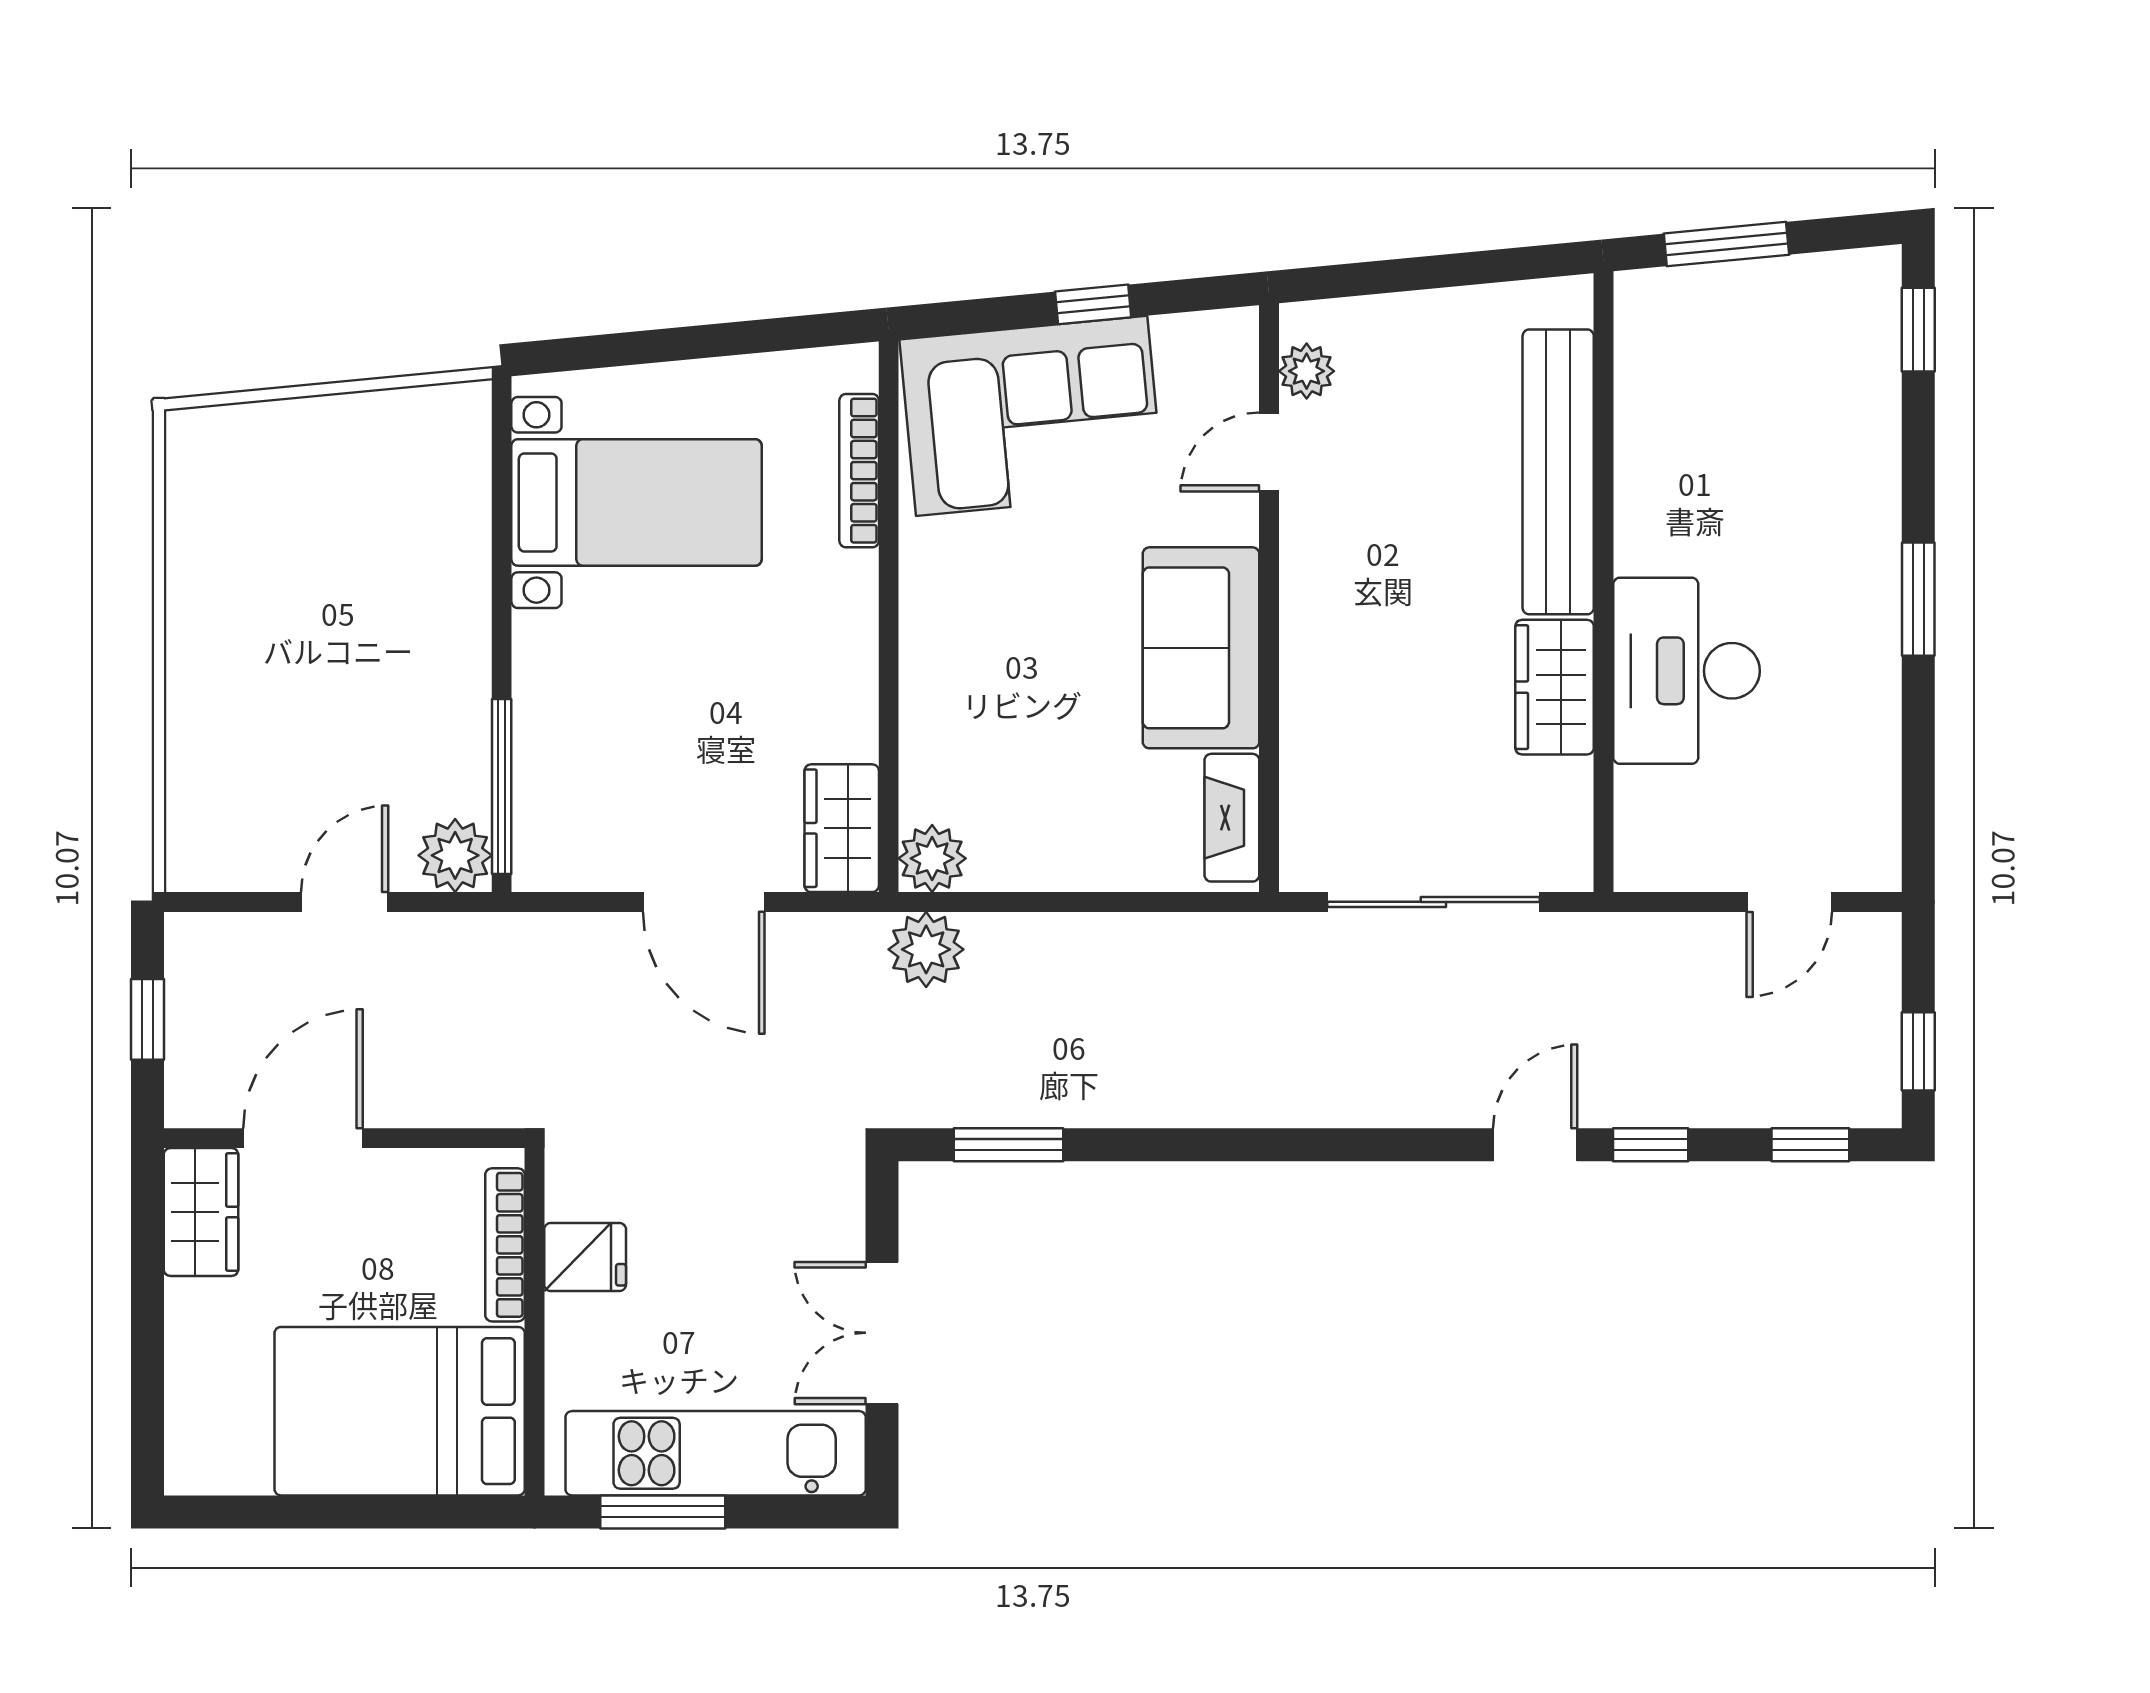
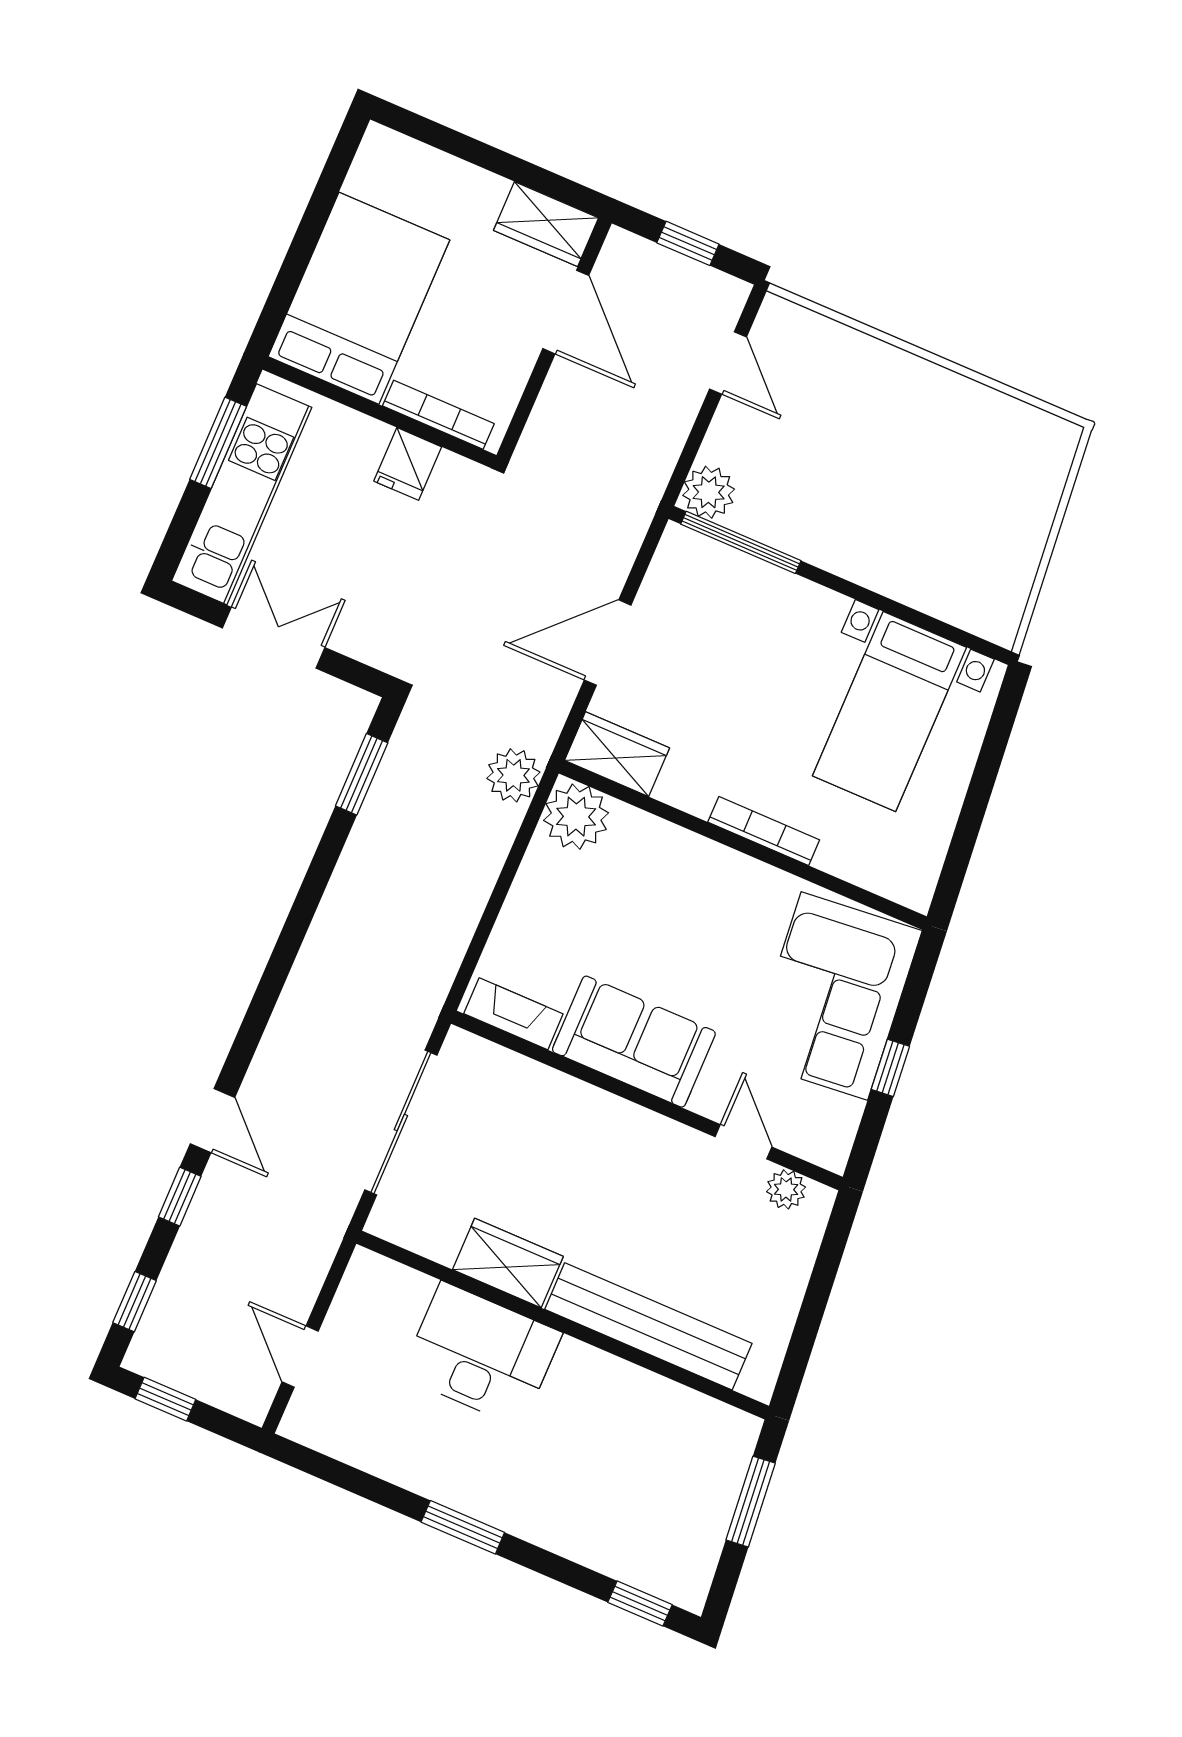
bookcase: (859, 471) -> (764, 831), moved
plant: (932, 858) -> (576, 817), width x1.36, depth x1.36
door: (345, 902) -> (728, 363), moved

